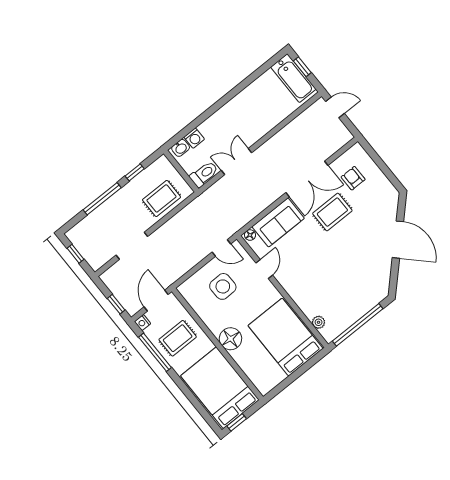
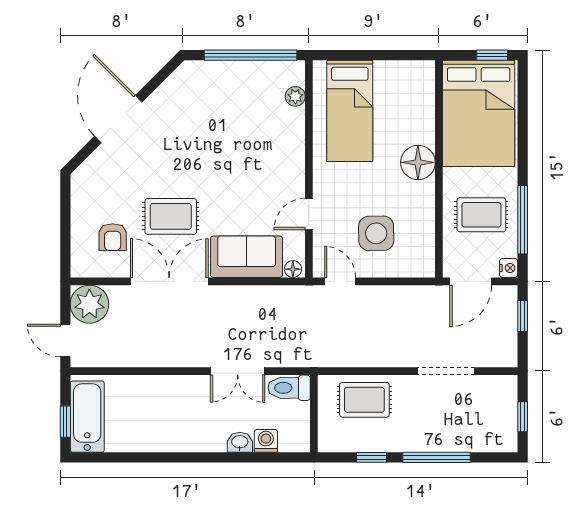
plant: (338, 135) -> (89, 304), added
washbasin: (181, 148) -> (240, 442), moved
bed: (285, 337) -> (350, 111), width x0.67

